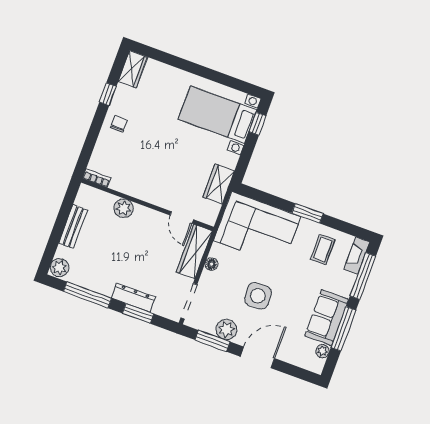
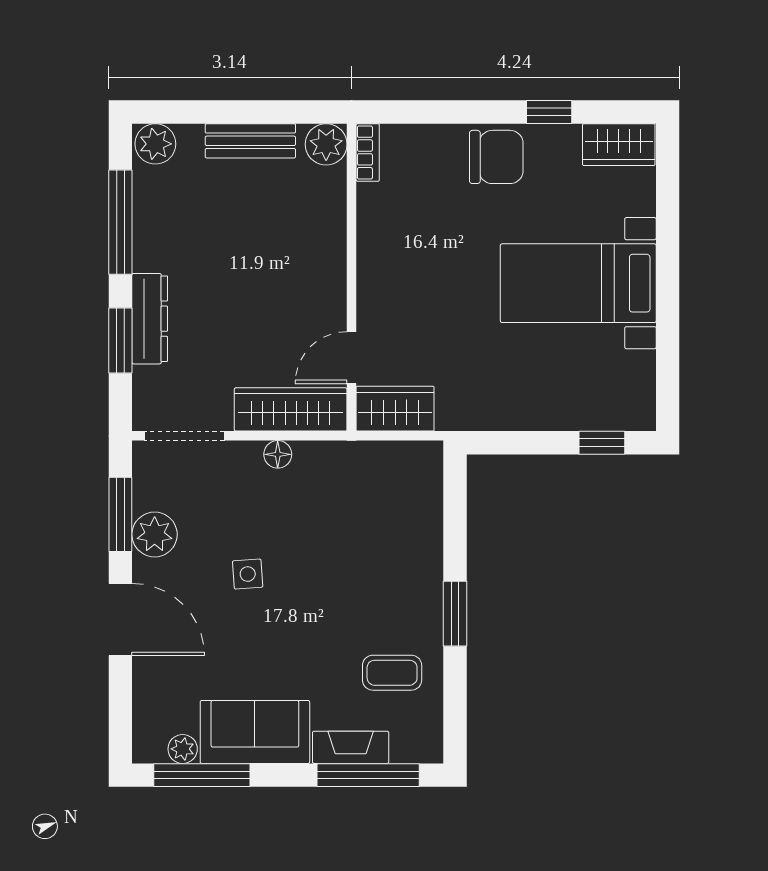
bed with nightstands: (218, 115) -> (578, 283), moved, turned -90
chair: (119, 124) -> (496, 157), width x1.87, depth x1.87
wardrobe: (219, 184) -> (395, 409), moved
plant: (124, 208) -> (326, 144), moved
corner sofa: (257, 229) -> (386, 521), removed
fireplace: (357, 256) -> (351, 747), moved
side table: (258, 296) -> (248, 574), width x0.54, depth x0.54
window: (343, 329) -> (202, 775), moved

